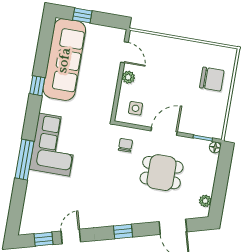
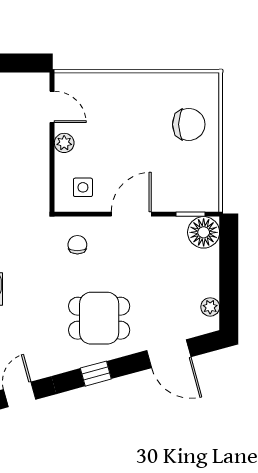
floor lamp: (215, 147) -> (204, 232), width x1.89, depth x1.89
dining table: (162, 173) -> (99, 318), moved

